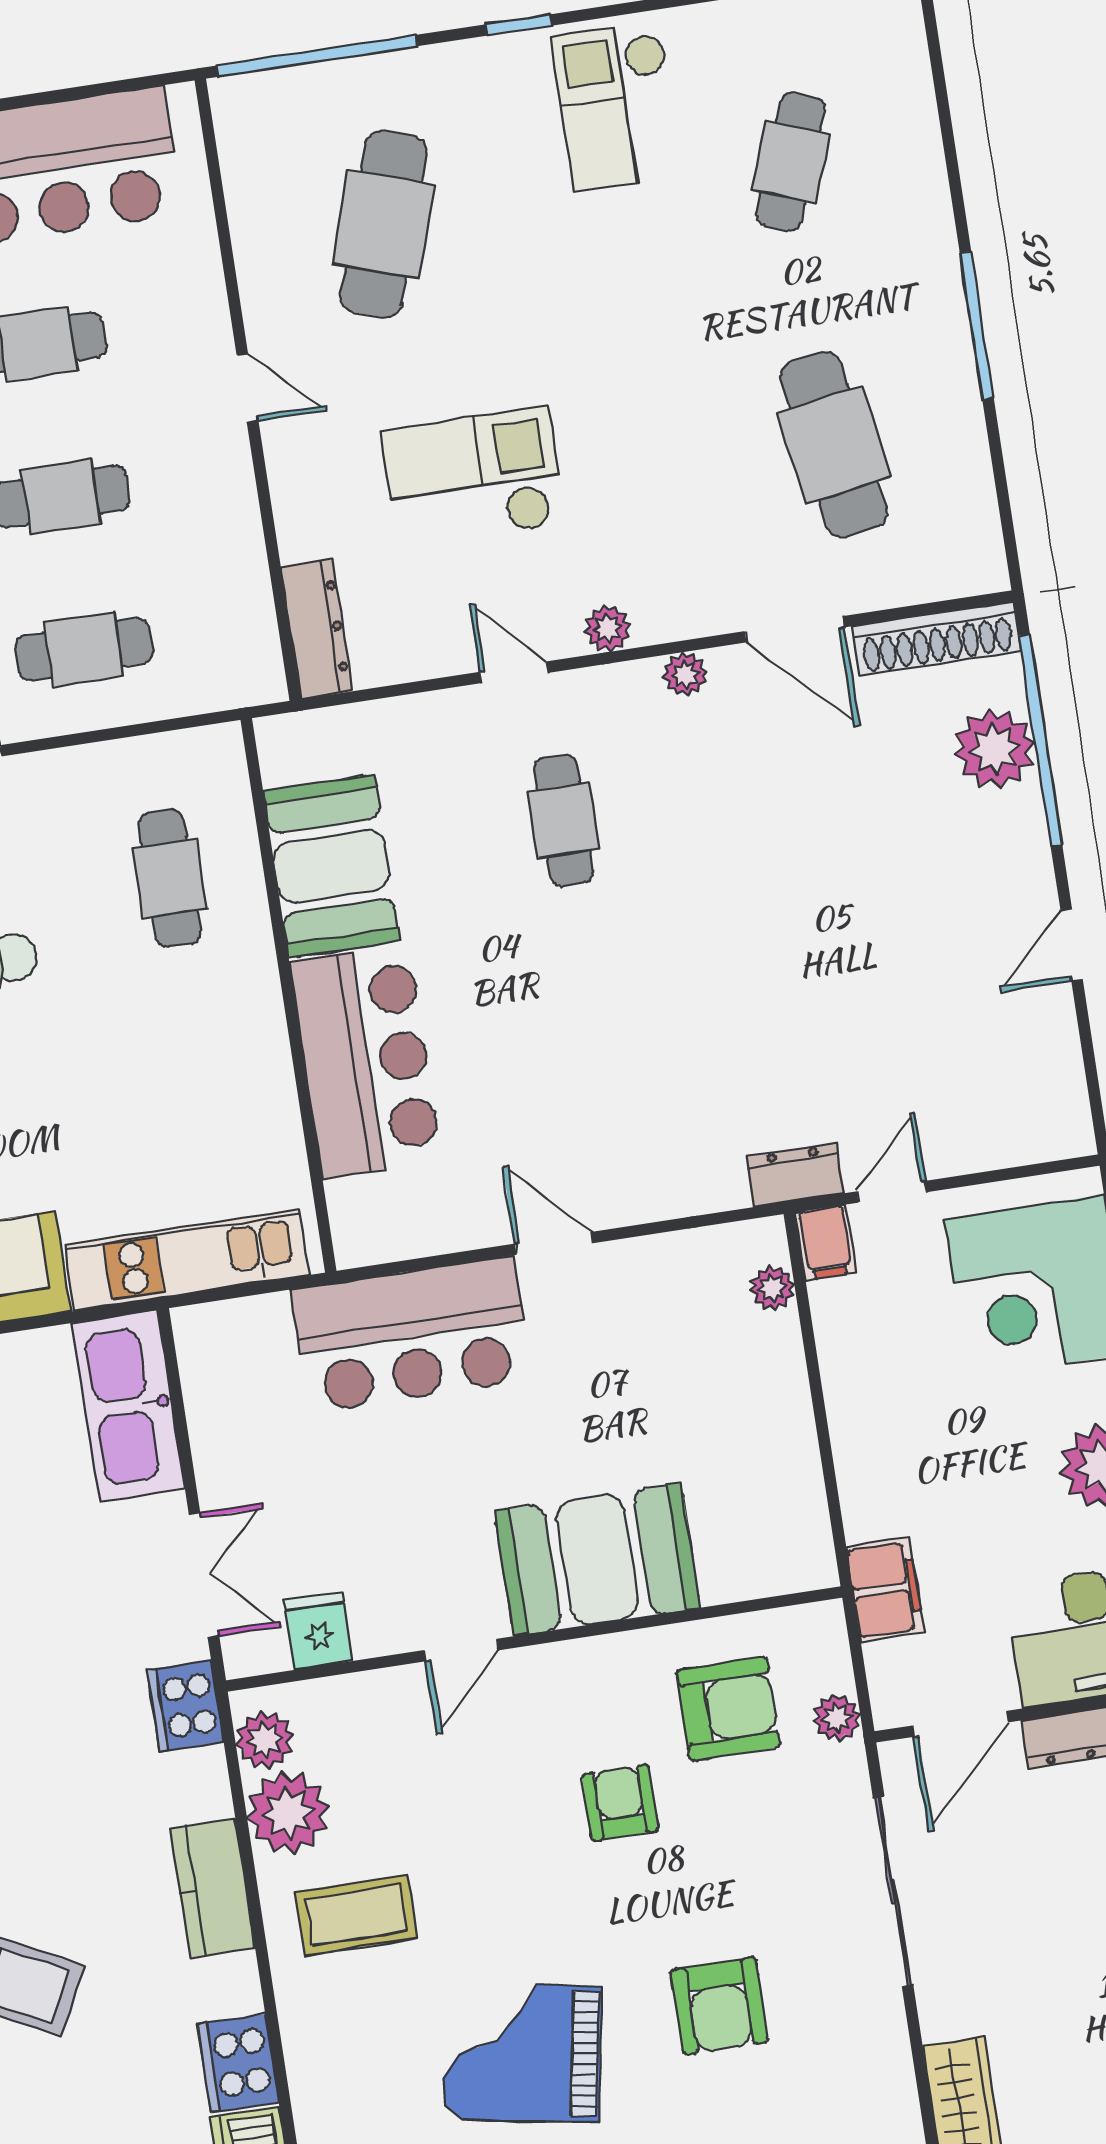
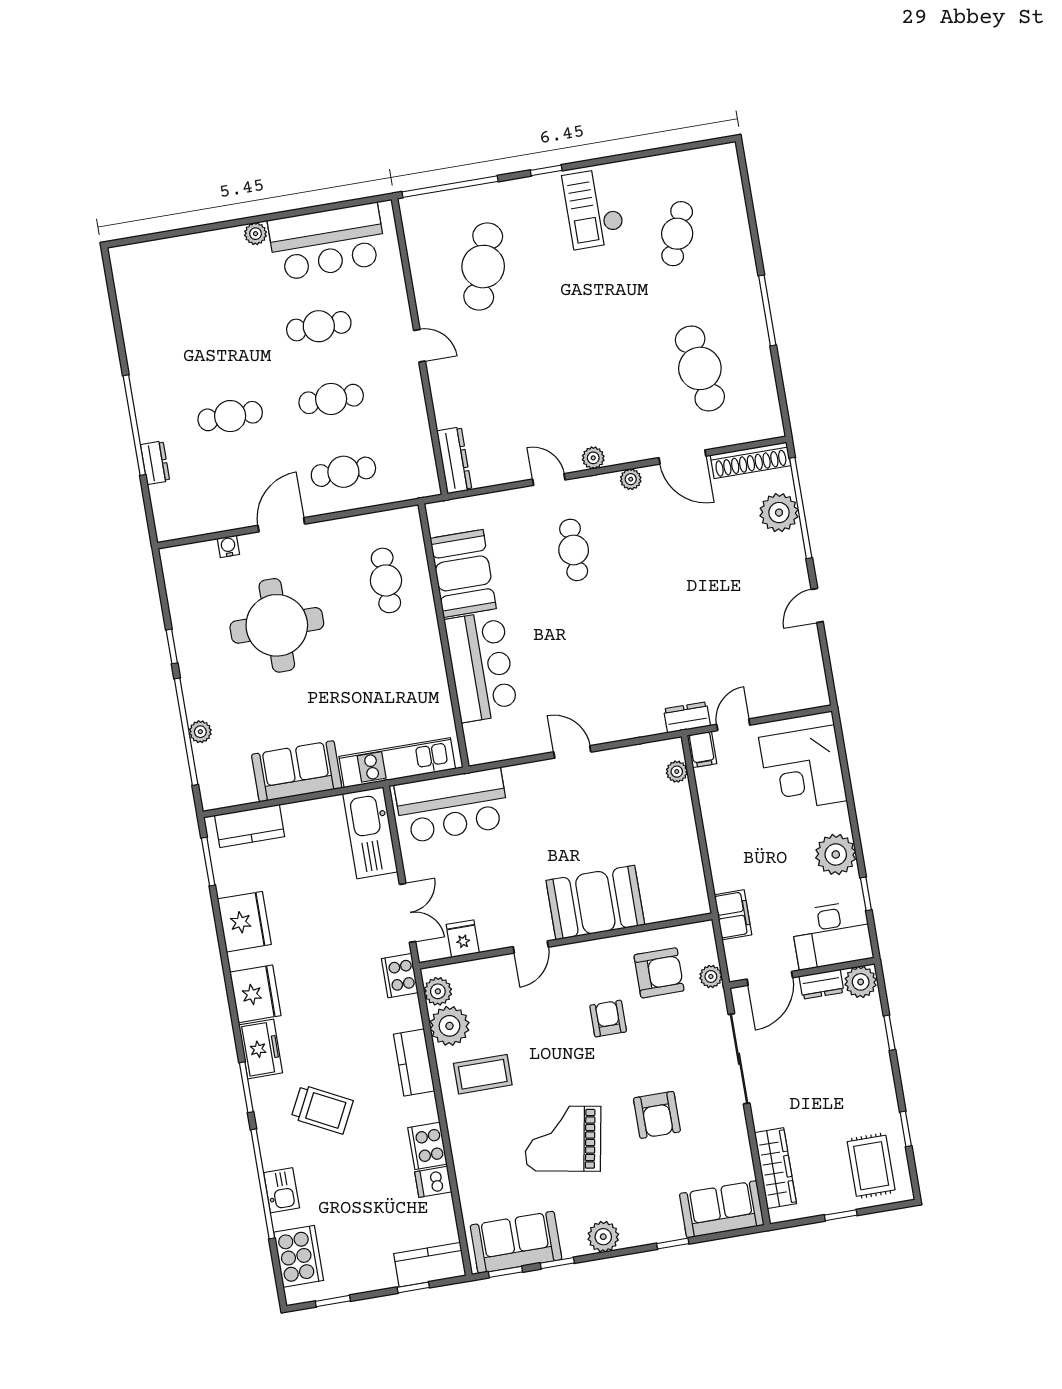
checkout: (473, 477) -> (528, 387), removed
bar counter: (412, 1335) -> (452, 806), moved

